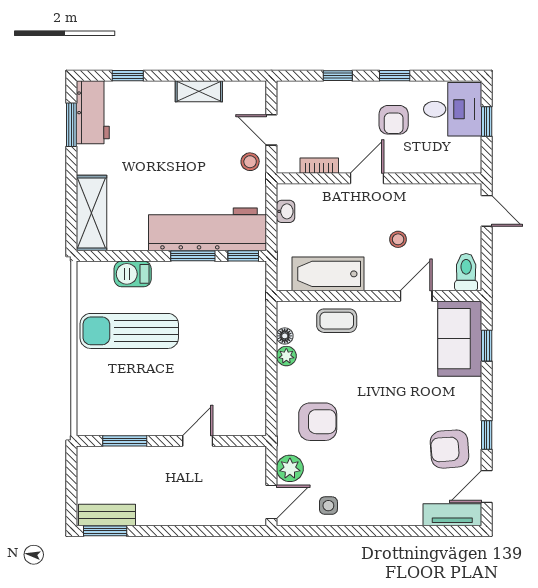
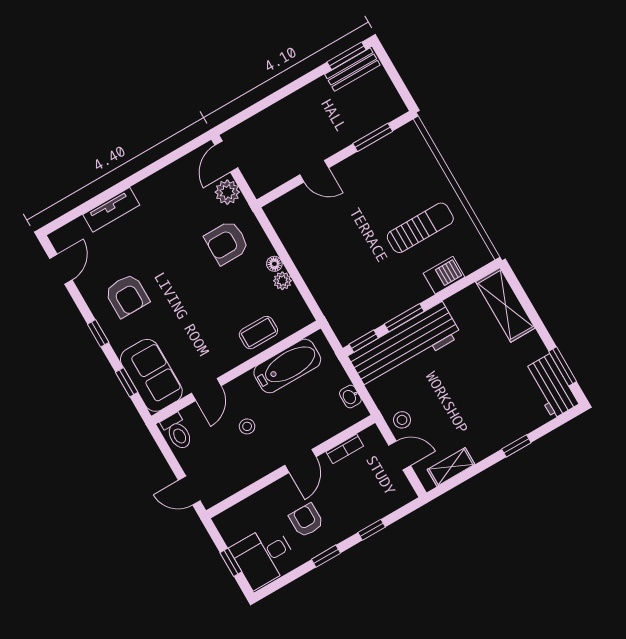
window: (128, 76) -> (516, 446), moved
shelving: (199, 91) -> (451, 467), moved
sun lounger: (129, 331) -> (420, 228), width x0.73, depth x0.75
floor lamp: (285, 336) -> (274, 264), moved
window: (487, 435) -> (98, 333), moved
door: (198, 441) -> (314, 171), hinge flipped
armchair: (449, 449) -> (127, 296), moved, turned 94
side table: (328, 506) -> (179, 180), removed
tv unit: (452, 515) -> (111, 210), moved

